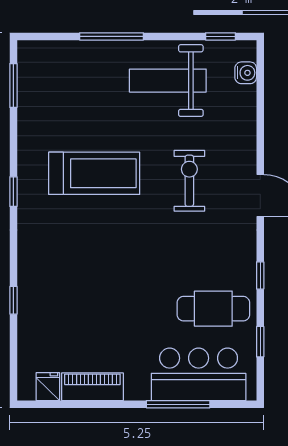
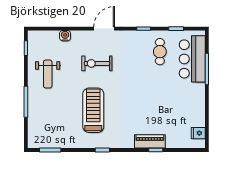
water cooler: (246, 73) -> (65, 36), moved
weight bench: (168, 81) -> (48, 74), width x0.73, depth x0.75
cafe table: (213, 309) -> (160, 52), width x0.73, depth x0.74
piano: (92, 387) -> (150, 141), moved, turned 90

